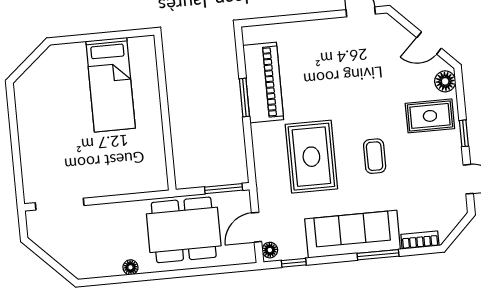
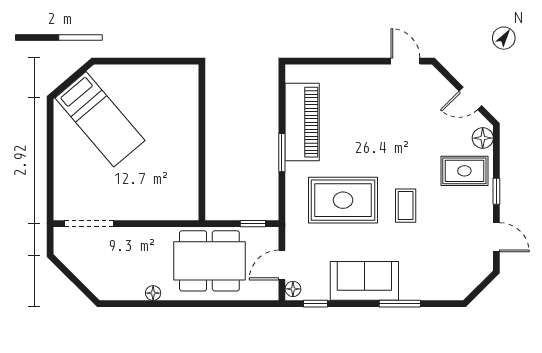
bed: (111, 85) -> (100, 119), moved, turned -40
window: (244, 98) -> (282, 153), moved
rug: (311, 157) -> (343, 200), turned 90
window: (224, 189) -> (253, 224), width x0.67
sofa: (353, 234) -> (364, 281), width x0.73
bookcase: (420, 240) -> (443, 293), removed

